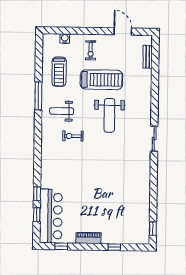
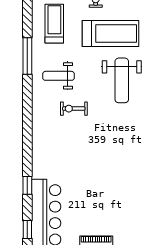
treadmill: (59, 72) -> (54, 24), turned 180
window: (37, 215) -> (27, 230), moved

